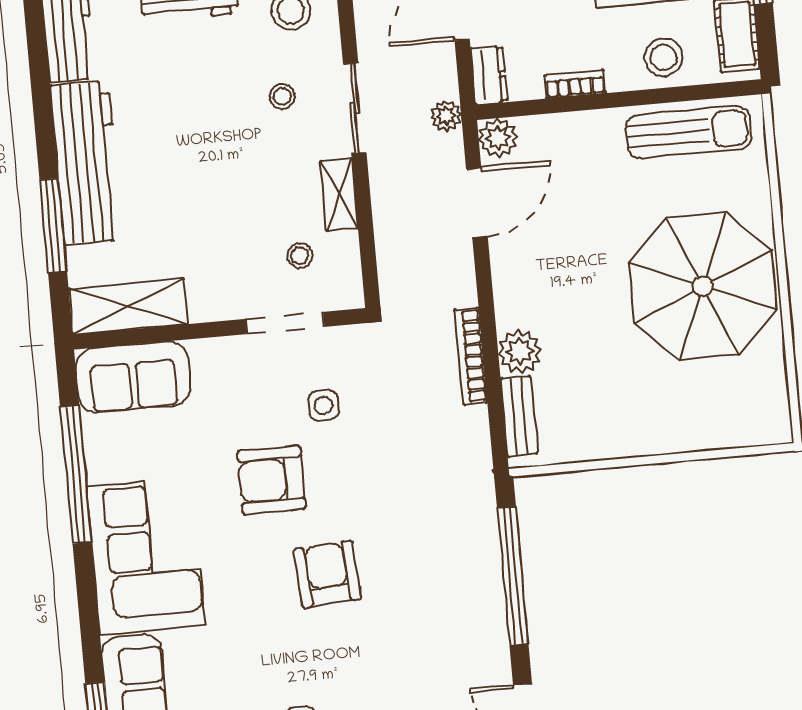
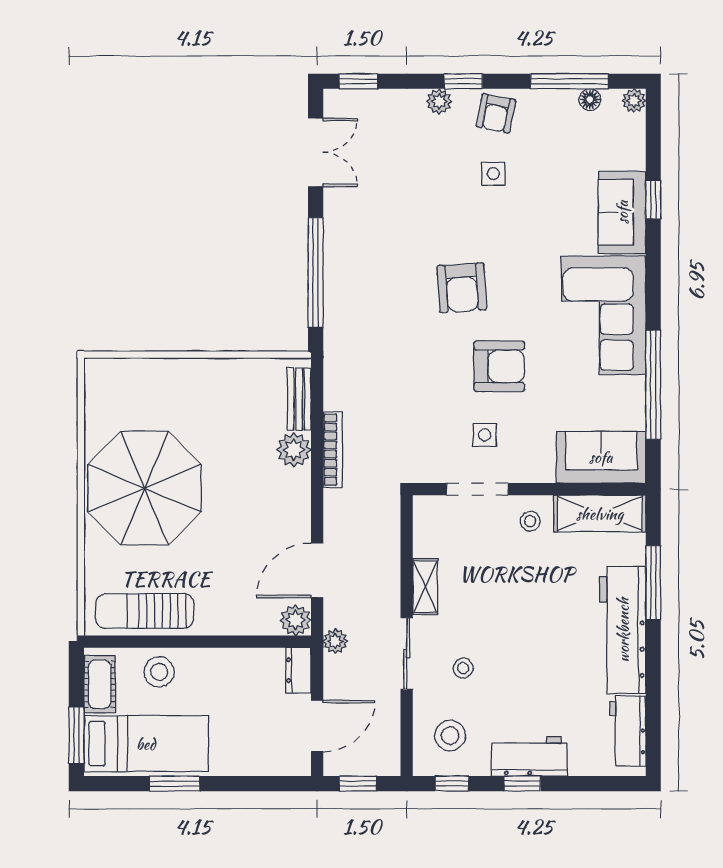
bookcase: (575, 84) -> (231, 657), removed
stool: (300, 255) -> (530, 521), moved
side table: (324, 405) -> (485, 435), moved

